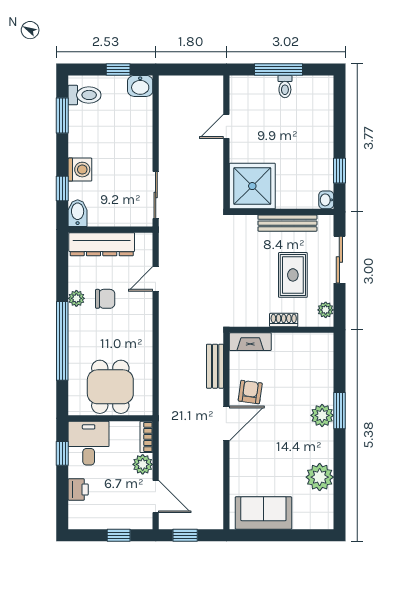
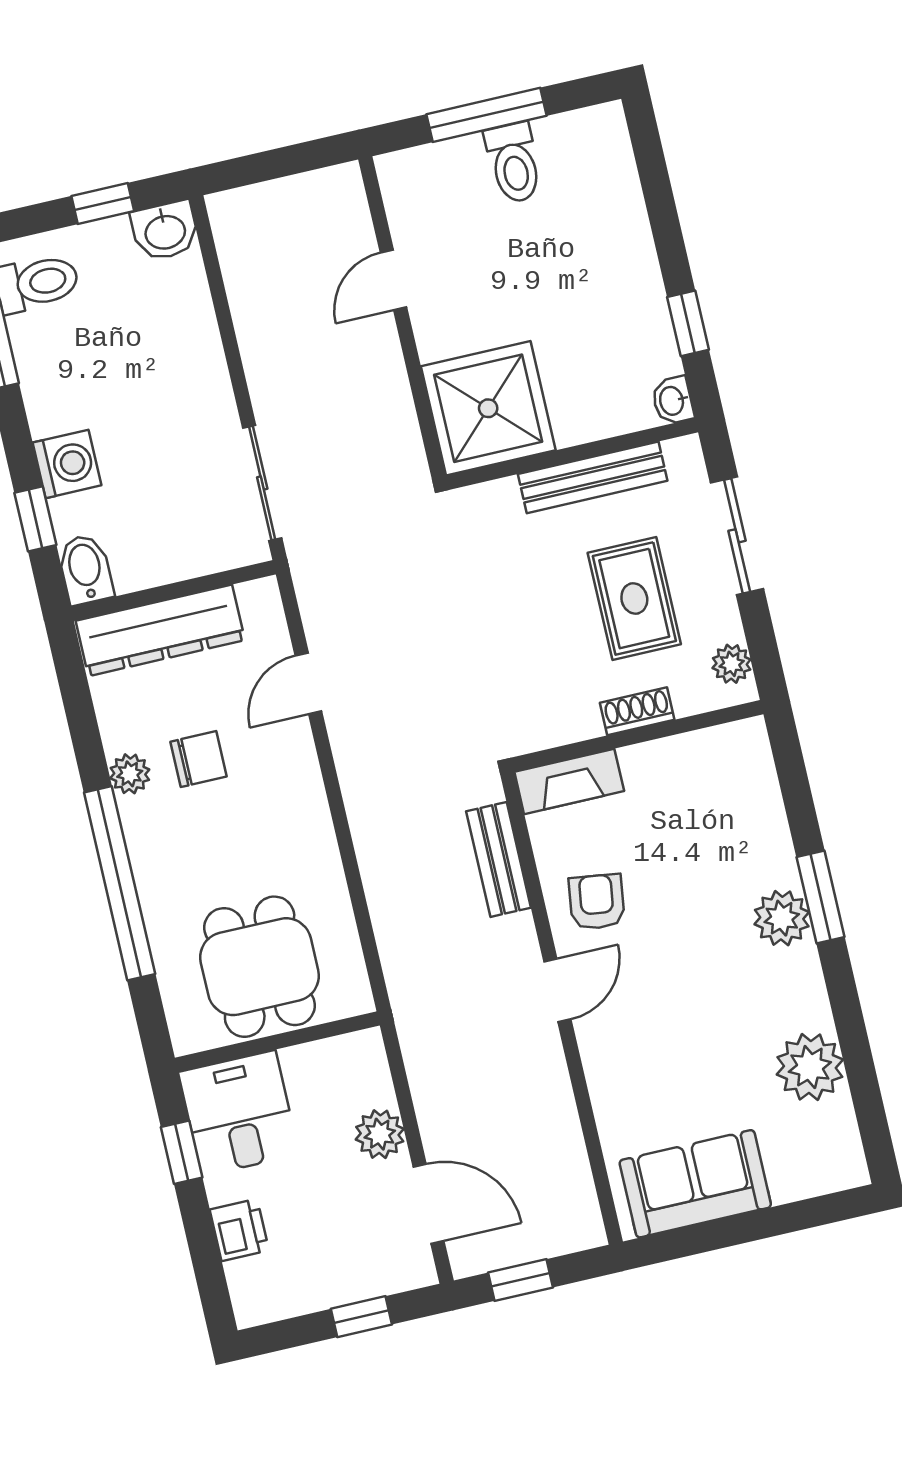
toilet: (285, 87) -> (514, 163), width x1.37, depth x1.39
door: (226, 424) -> (557, 990), width x0.73
bookcase: (146, 437) -> (374, 1067), removed

